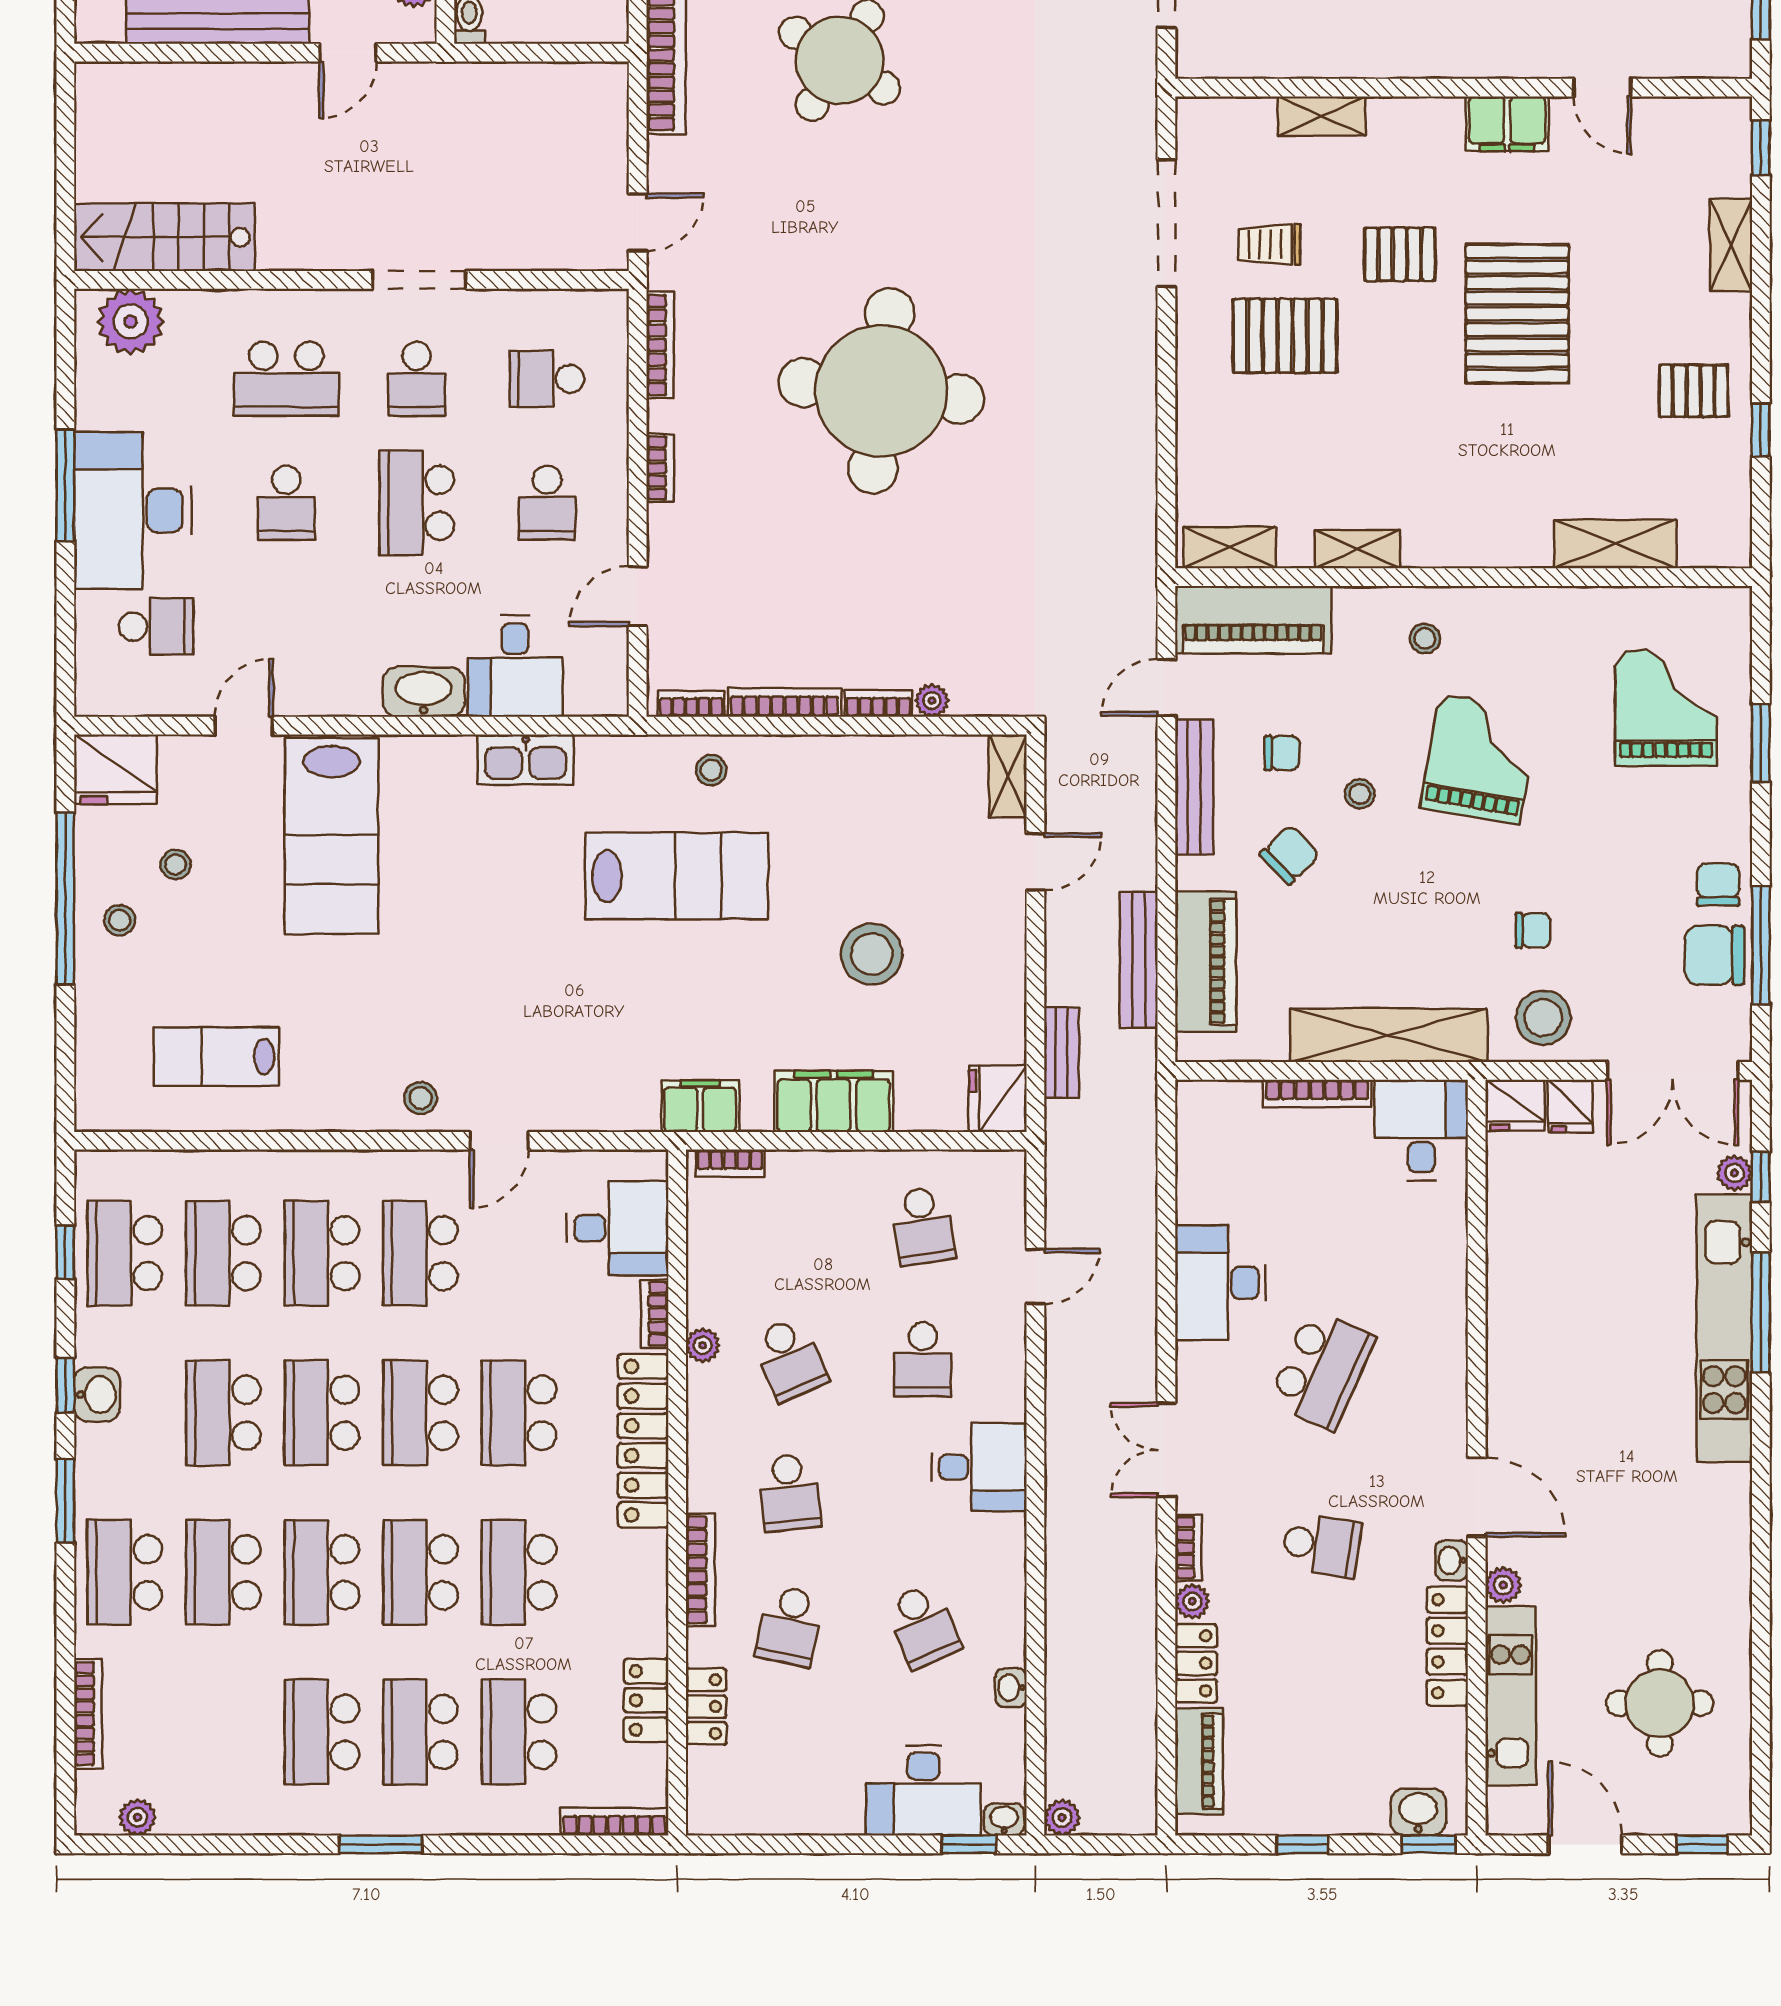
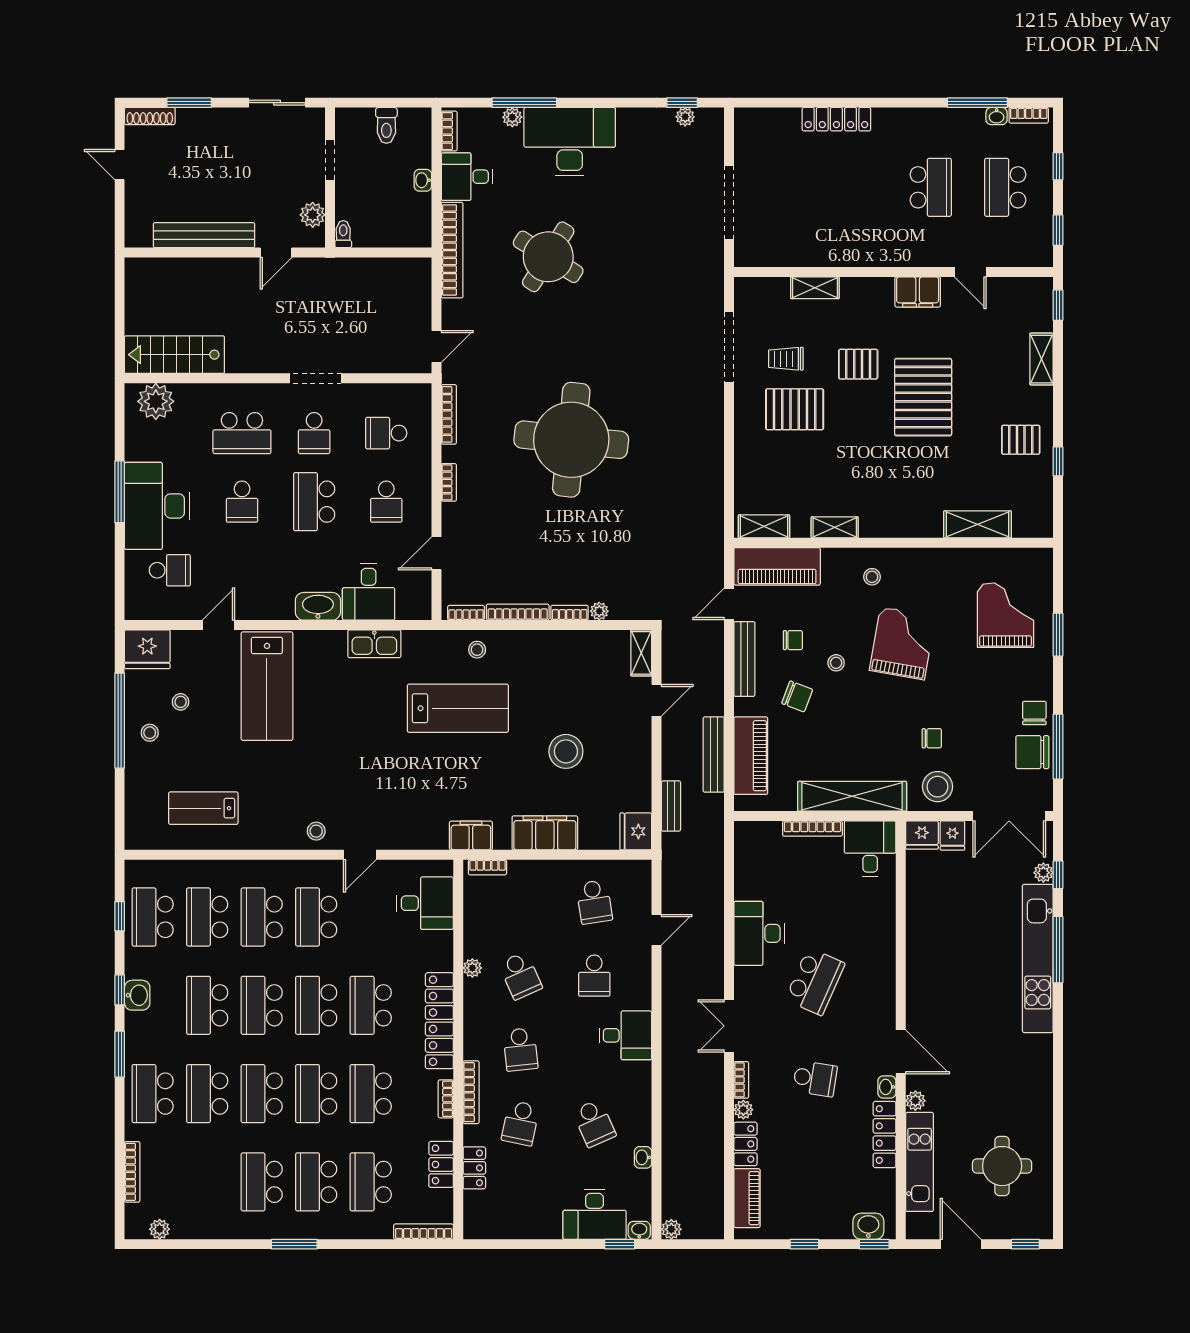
chair: (1290, 855) -> (797, 696), turned 65
bookcase: (655, 1314) -> (446, 1099), moved

